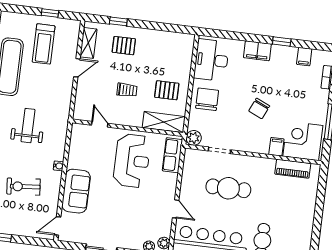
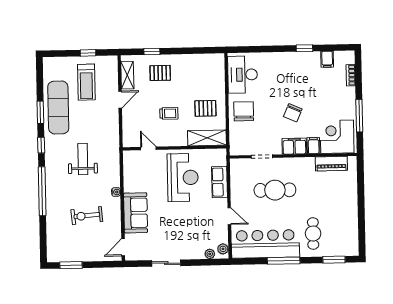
filing cabinet: (257, 51) -> (294, 146), moved, turned 180
plant: (194, 138) -> (236, 148), removed
row of seats: (172, 155) -> (220, 182), moved

